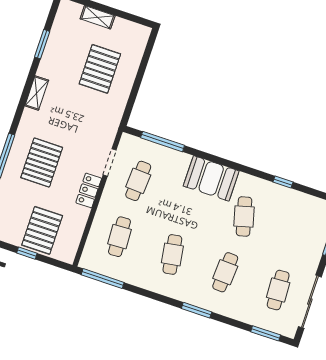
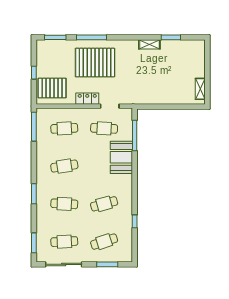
shelving: (98, 17) -> (200, 89), moved
pallet: (100, 69) -> (168, 80), removed
shelving: (37, 93) -> (149, 44), moved
pallet: (42, 163) -> (95, 63), width x1.37, depth x1.41
booth: (211, 178) -> (121, 157), moved
pallet: (42, 230) -> (52, 88), moved
cafe table: (297, 234) -> (104, 242), added

